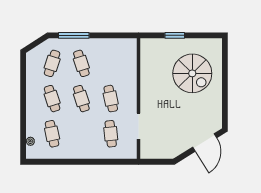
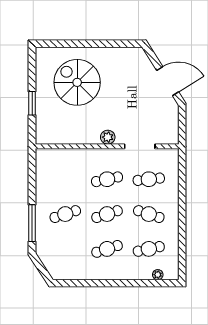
cafe table: (52, 63) -> (149, 214), moved
spiral stairs: (192, 73) -> (77, 82), turned -90
plant: (146, 99) -> (108, 137), added
door: (205, 142) -> (168, 81), moved

